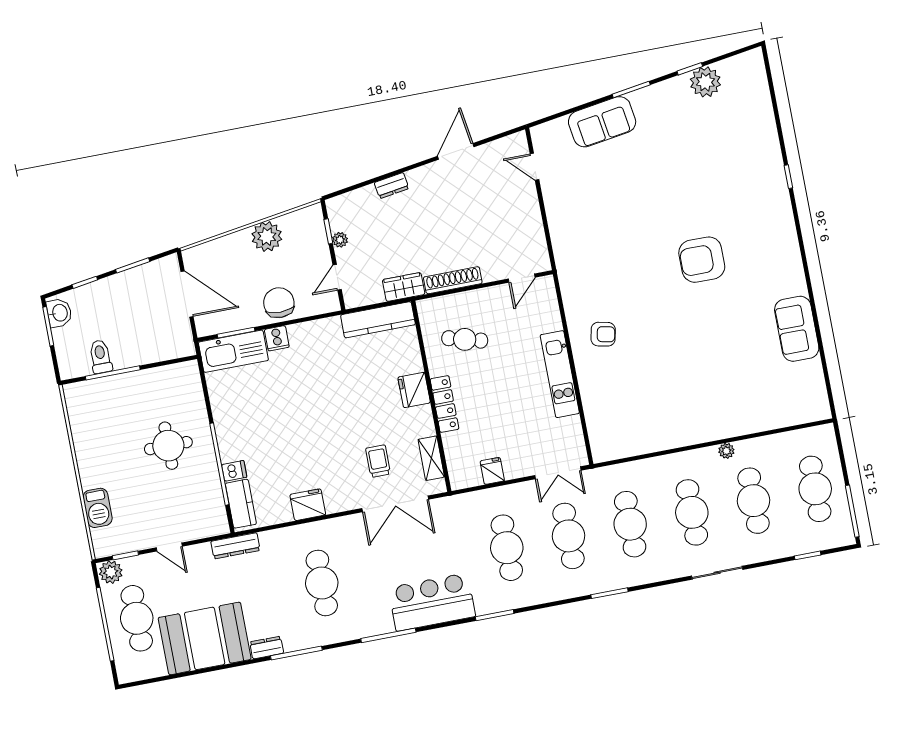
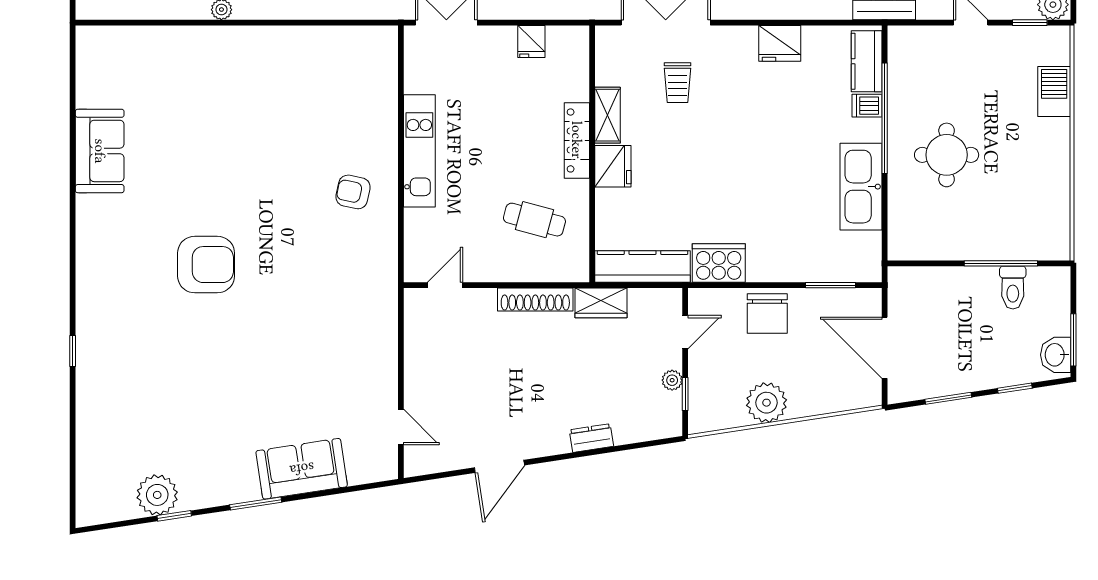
cooker: (277, 338) -> (719, 263), moved, width x1.87, depth x1.31
kitchen sink: (233, 351) -> (861, 187), moved, turned -90
shelving: (431, 458) -> (608, 115), moved

